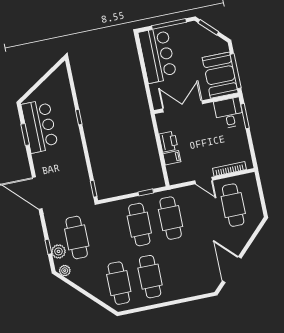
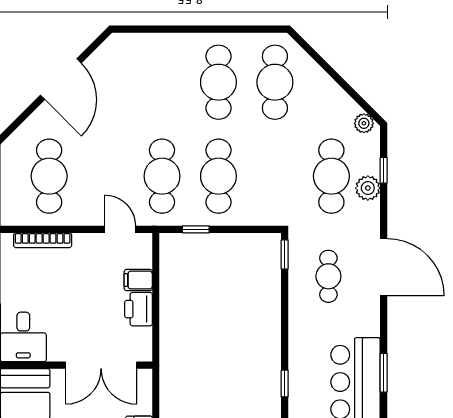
door: (204, 180) -> (120, 229), moved
cafe table: (67, 182) -> (328, 276), added
plant: (58, 251) -> (368, 188), moved
door: (232, 270) -> (61, 79), moved

